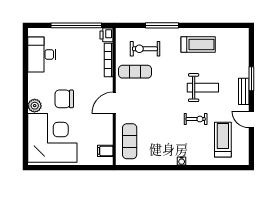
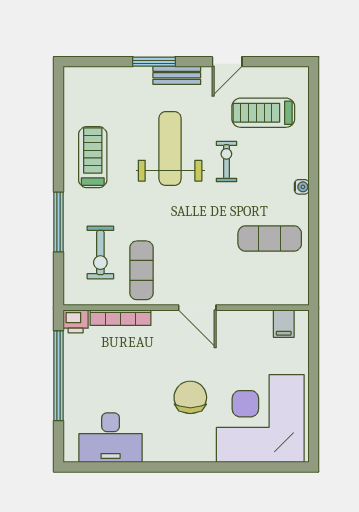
weight bench: (203, 88) -> (170, 149), width x1.36, depth x1.33
chair: (64, 99) -> (190, 397), turned 180
plant: (35, 106) -> (202, 450), removed
exercise mat: (130, 141) -> (270, 239), moved

